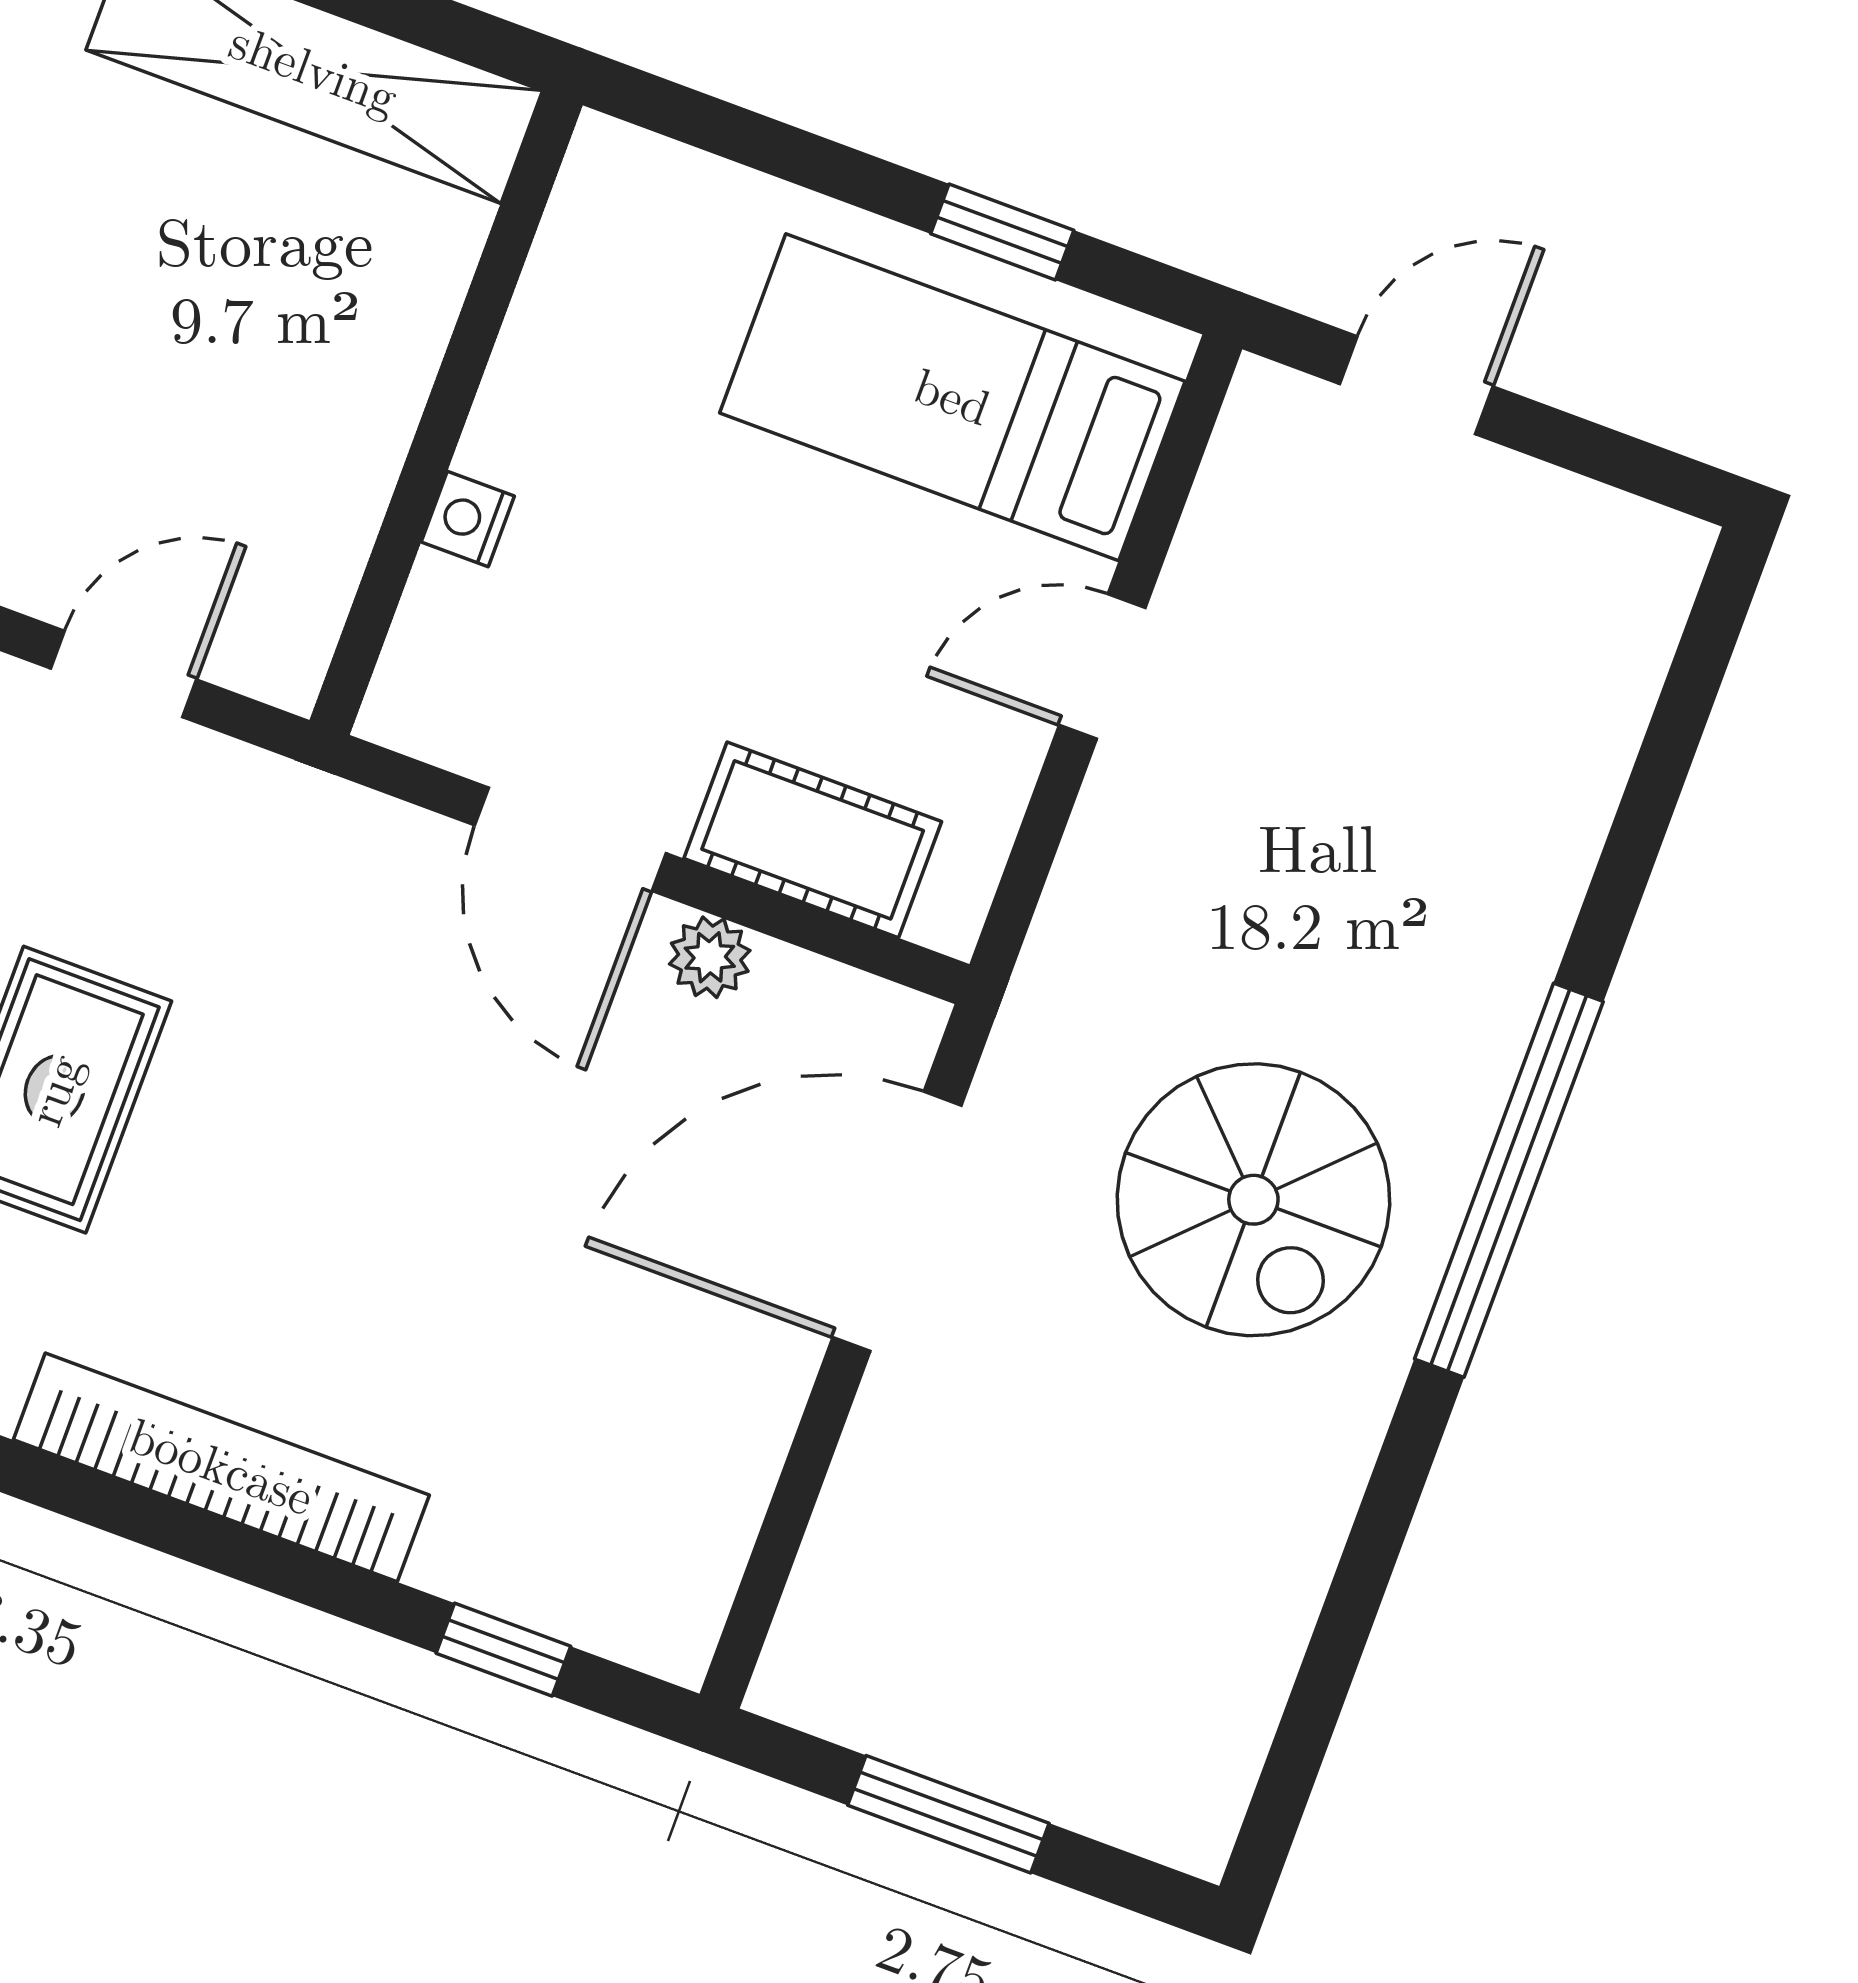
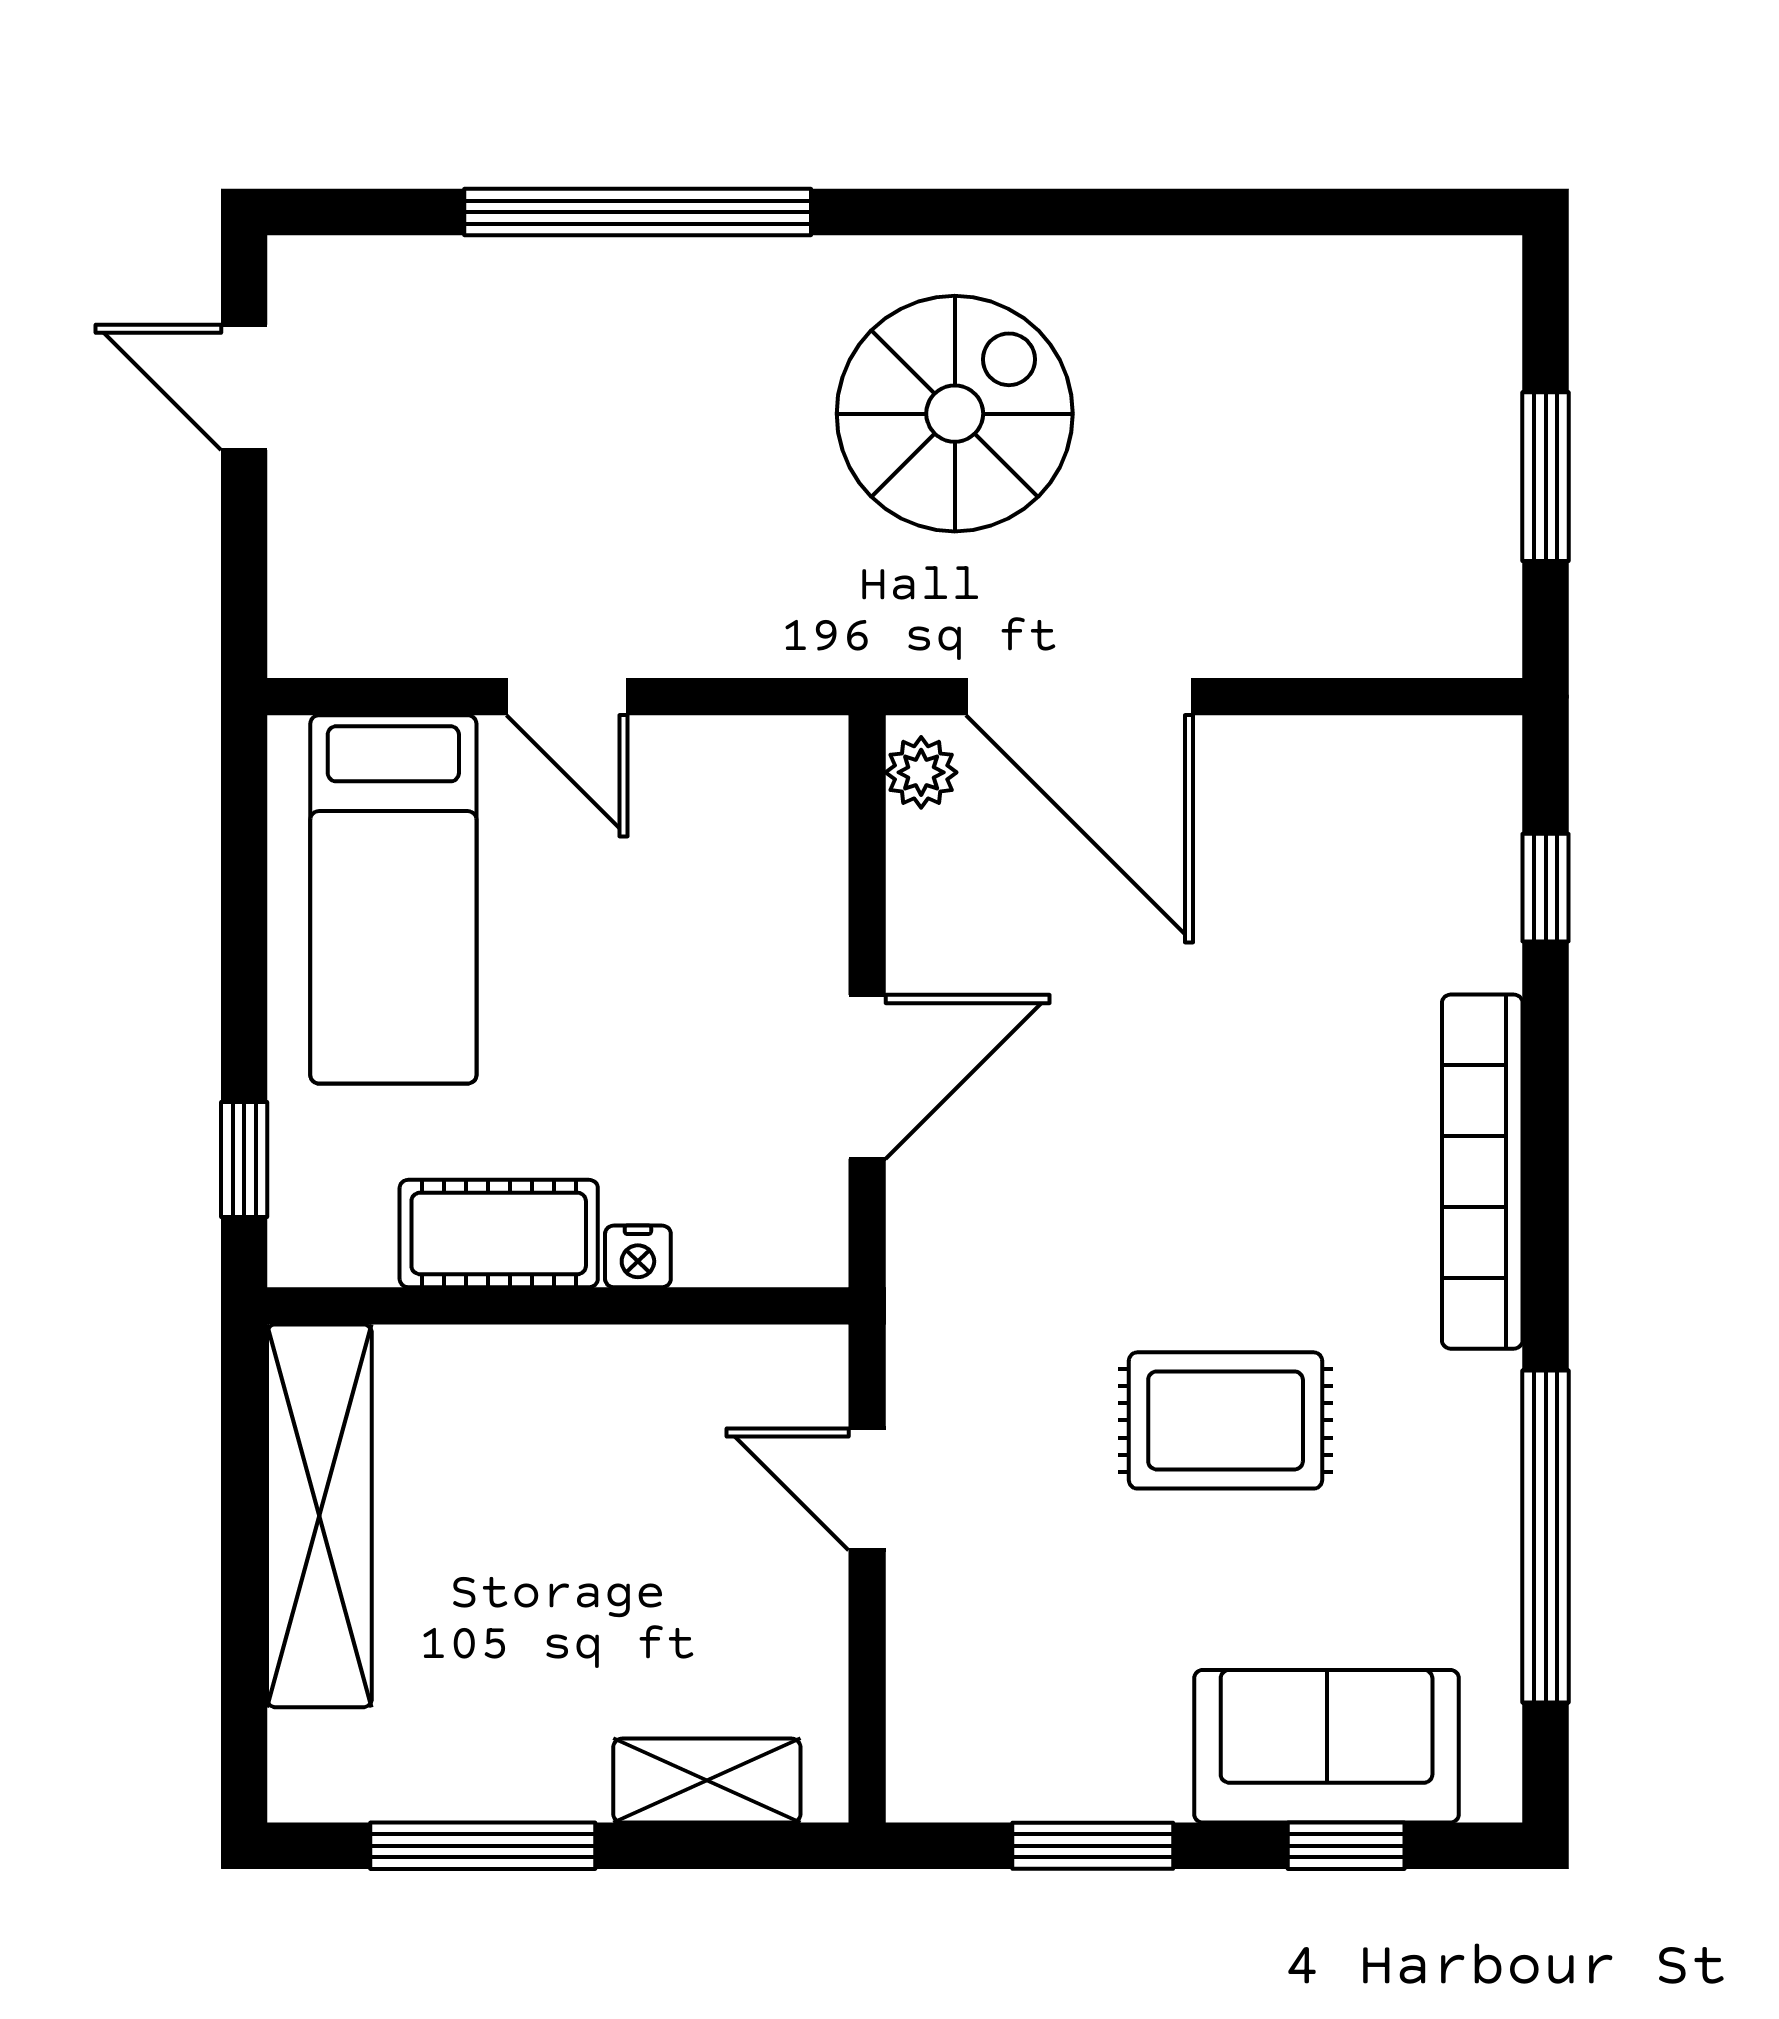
window: (1002, 232) -> (244, 1160), moved
door: (1416, 385) -> (244, 387), moved
cot: (813, 840) -> (499, 1233), moved, turned 90
plant: (710, 957) -> (921, 772), moved
window: (1509, 1180) -> (638, 212), moved

